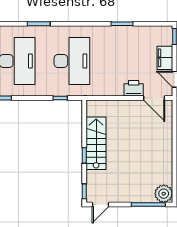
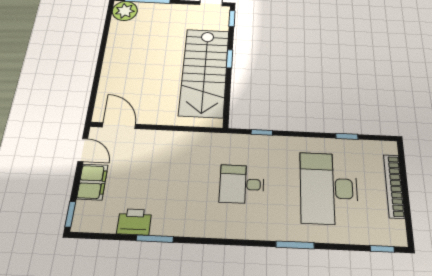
desk: (72, 61) -> (242, 184), width x0.53, depth x0.77
printer: (134, 88) -> (134, 222), moved, turned 180
stairs: (96, 143) -> (205, 72), width x1.36, depth x1.51

